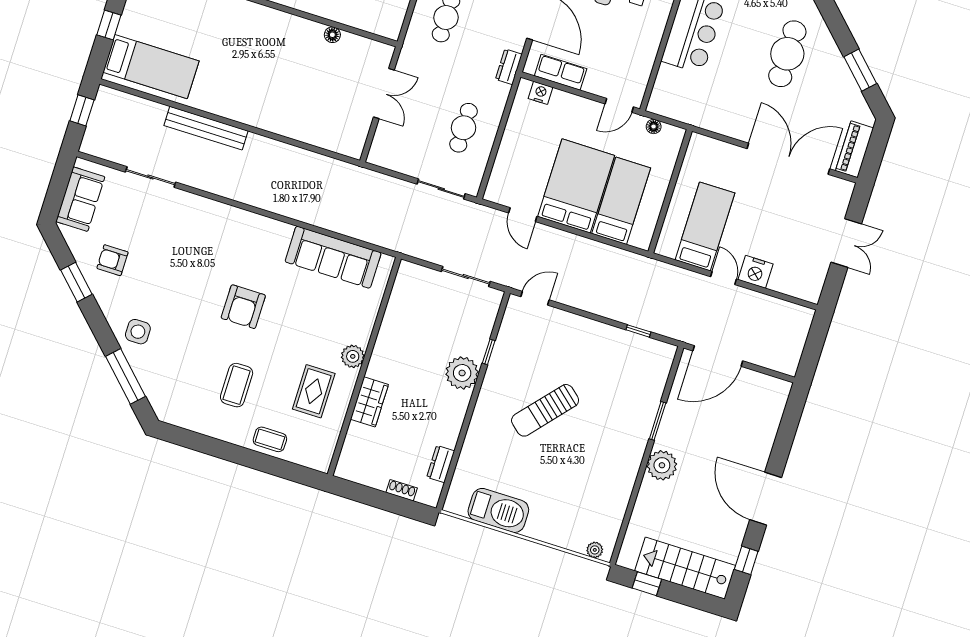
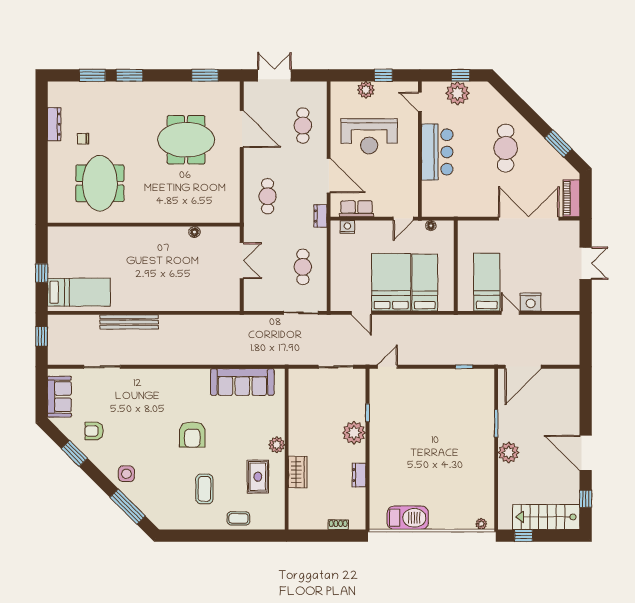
sun lounger: (545, 410) -> (418, 440), removed
dresser: (441, 464) -> (359, 475), moved

